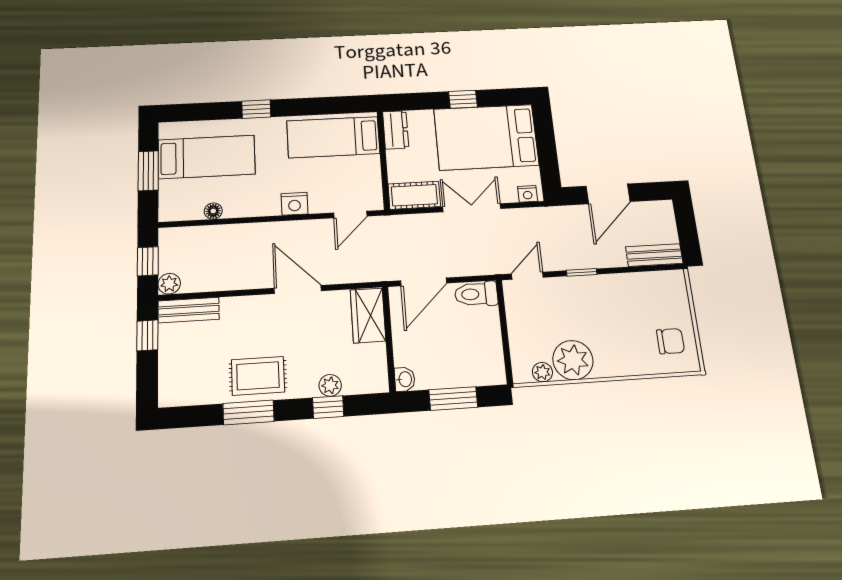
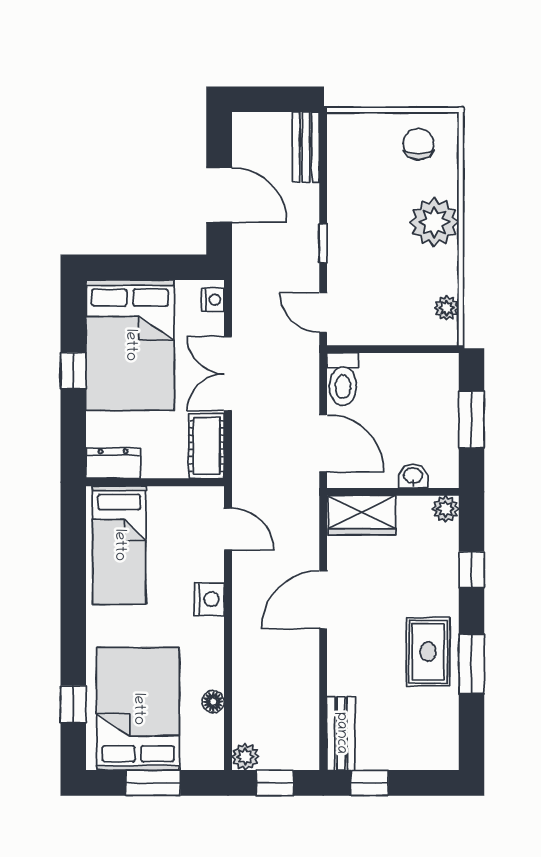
window: (256, 109) -> (73, 704), moved
bed: (207, 157) -> (138, 709), width x1.50
plant: (169, 284) -> (245, 757), moved
plant: (573, 360) -> (434, 222), moved
washbasin: (405, 379) -> (413, 476), moved
plant: (330, 385) -> (446, 509), moved

